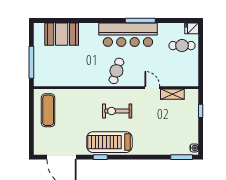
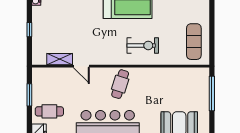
window: (201, 61) -> (29, 95), added
exercise bike: (117, 111) -> (143, 45), moved
window: (201, 111) -> (29, 30), moved

